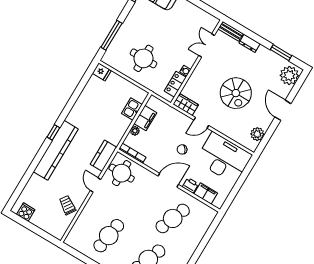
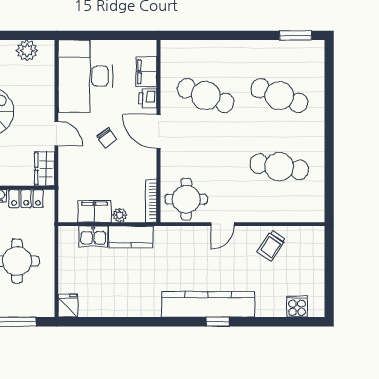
window: (53, 132) -> (218, 322), moved
kitchen counter: (103, 156) -> (131, 237), moved
cooker: (26, 212) -> (297, 306), moved, turned 90

